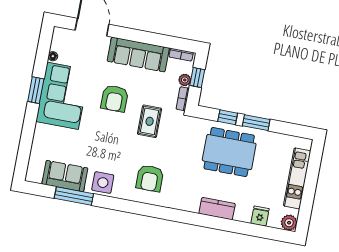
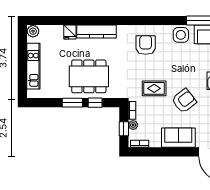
sofa: (138, 55) -> (178, 138), width x0.73
armchair: (115, 98) -> (184, 101), turned 52
rug: (150, 121) -> (154, 88), turned 90
kitchen counter: (217, 209) -> (96, 32), width x1.50
fridge: (260, 216) -> (70, 32), moved

